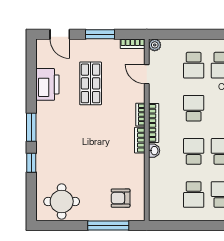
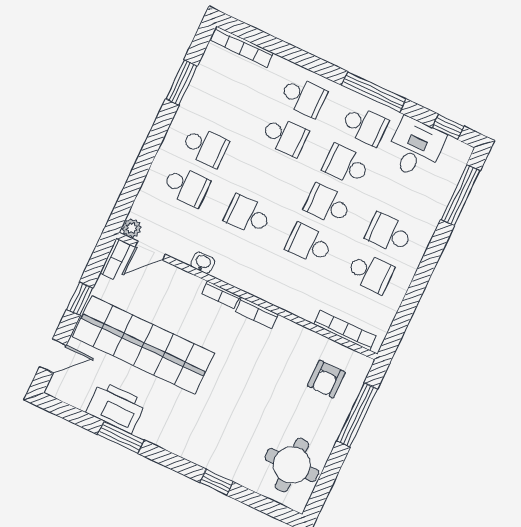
window: (100, 34) -> (80, 299), width x0.67
door: (147, 74) -> (150, 251), moved
shop shelf: (91, 83) -> (143, 345), width x2.00, depth x1.36
bookcase: (154, 123) -> (345, 330), moved
window: (31, 127) -> (121, 437), moved
washbasin: (154, 151) -> (203, 263), moved

